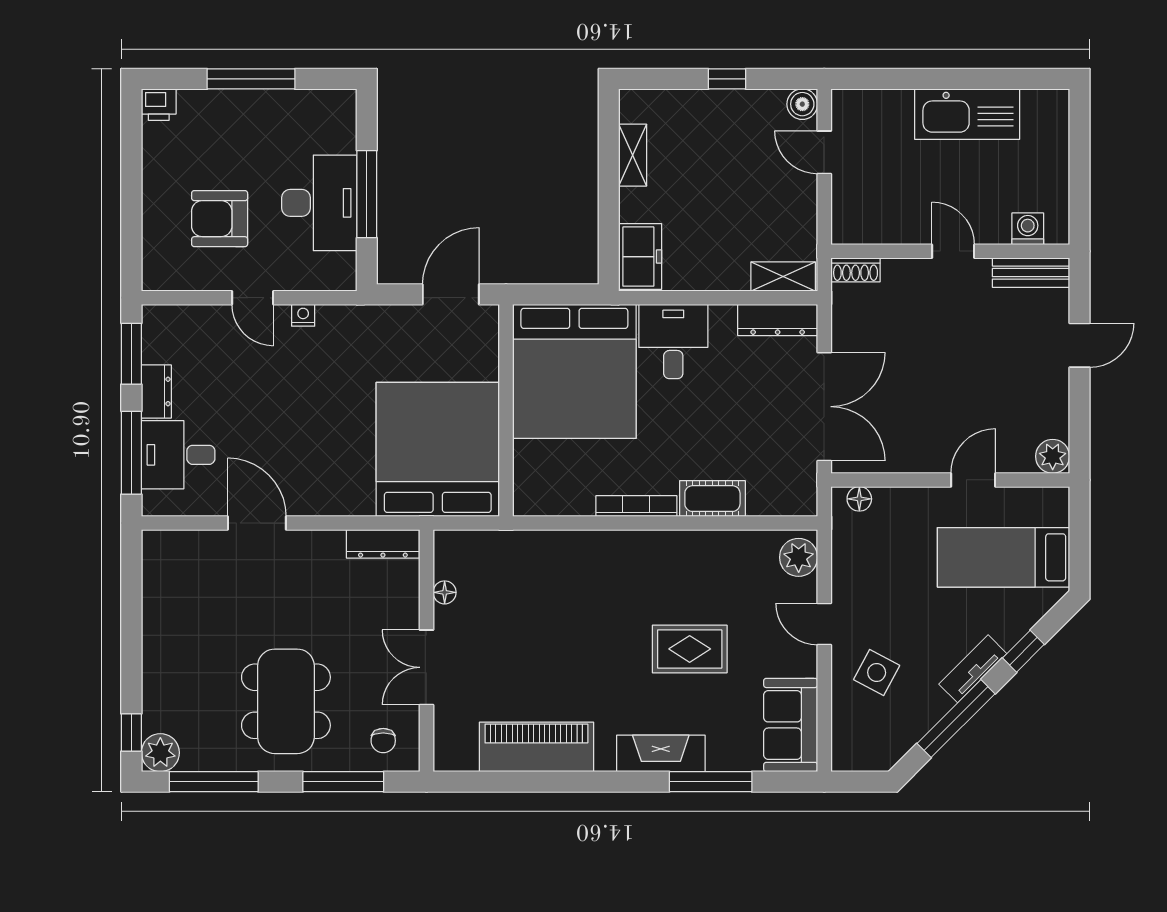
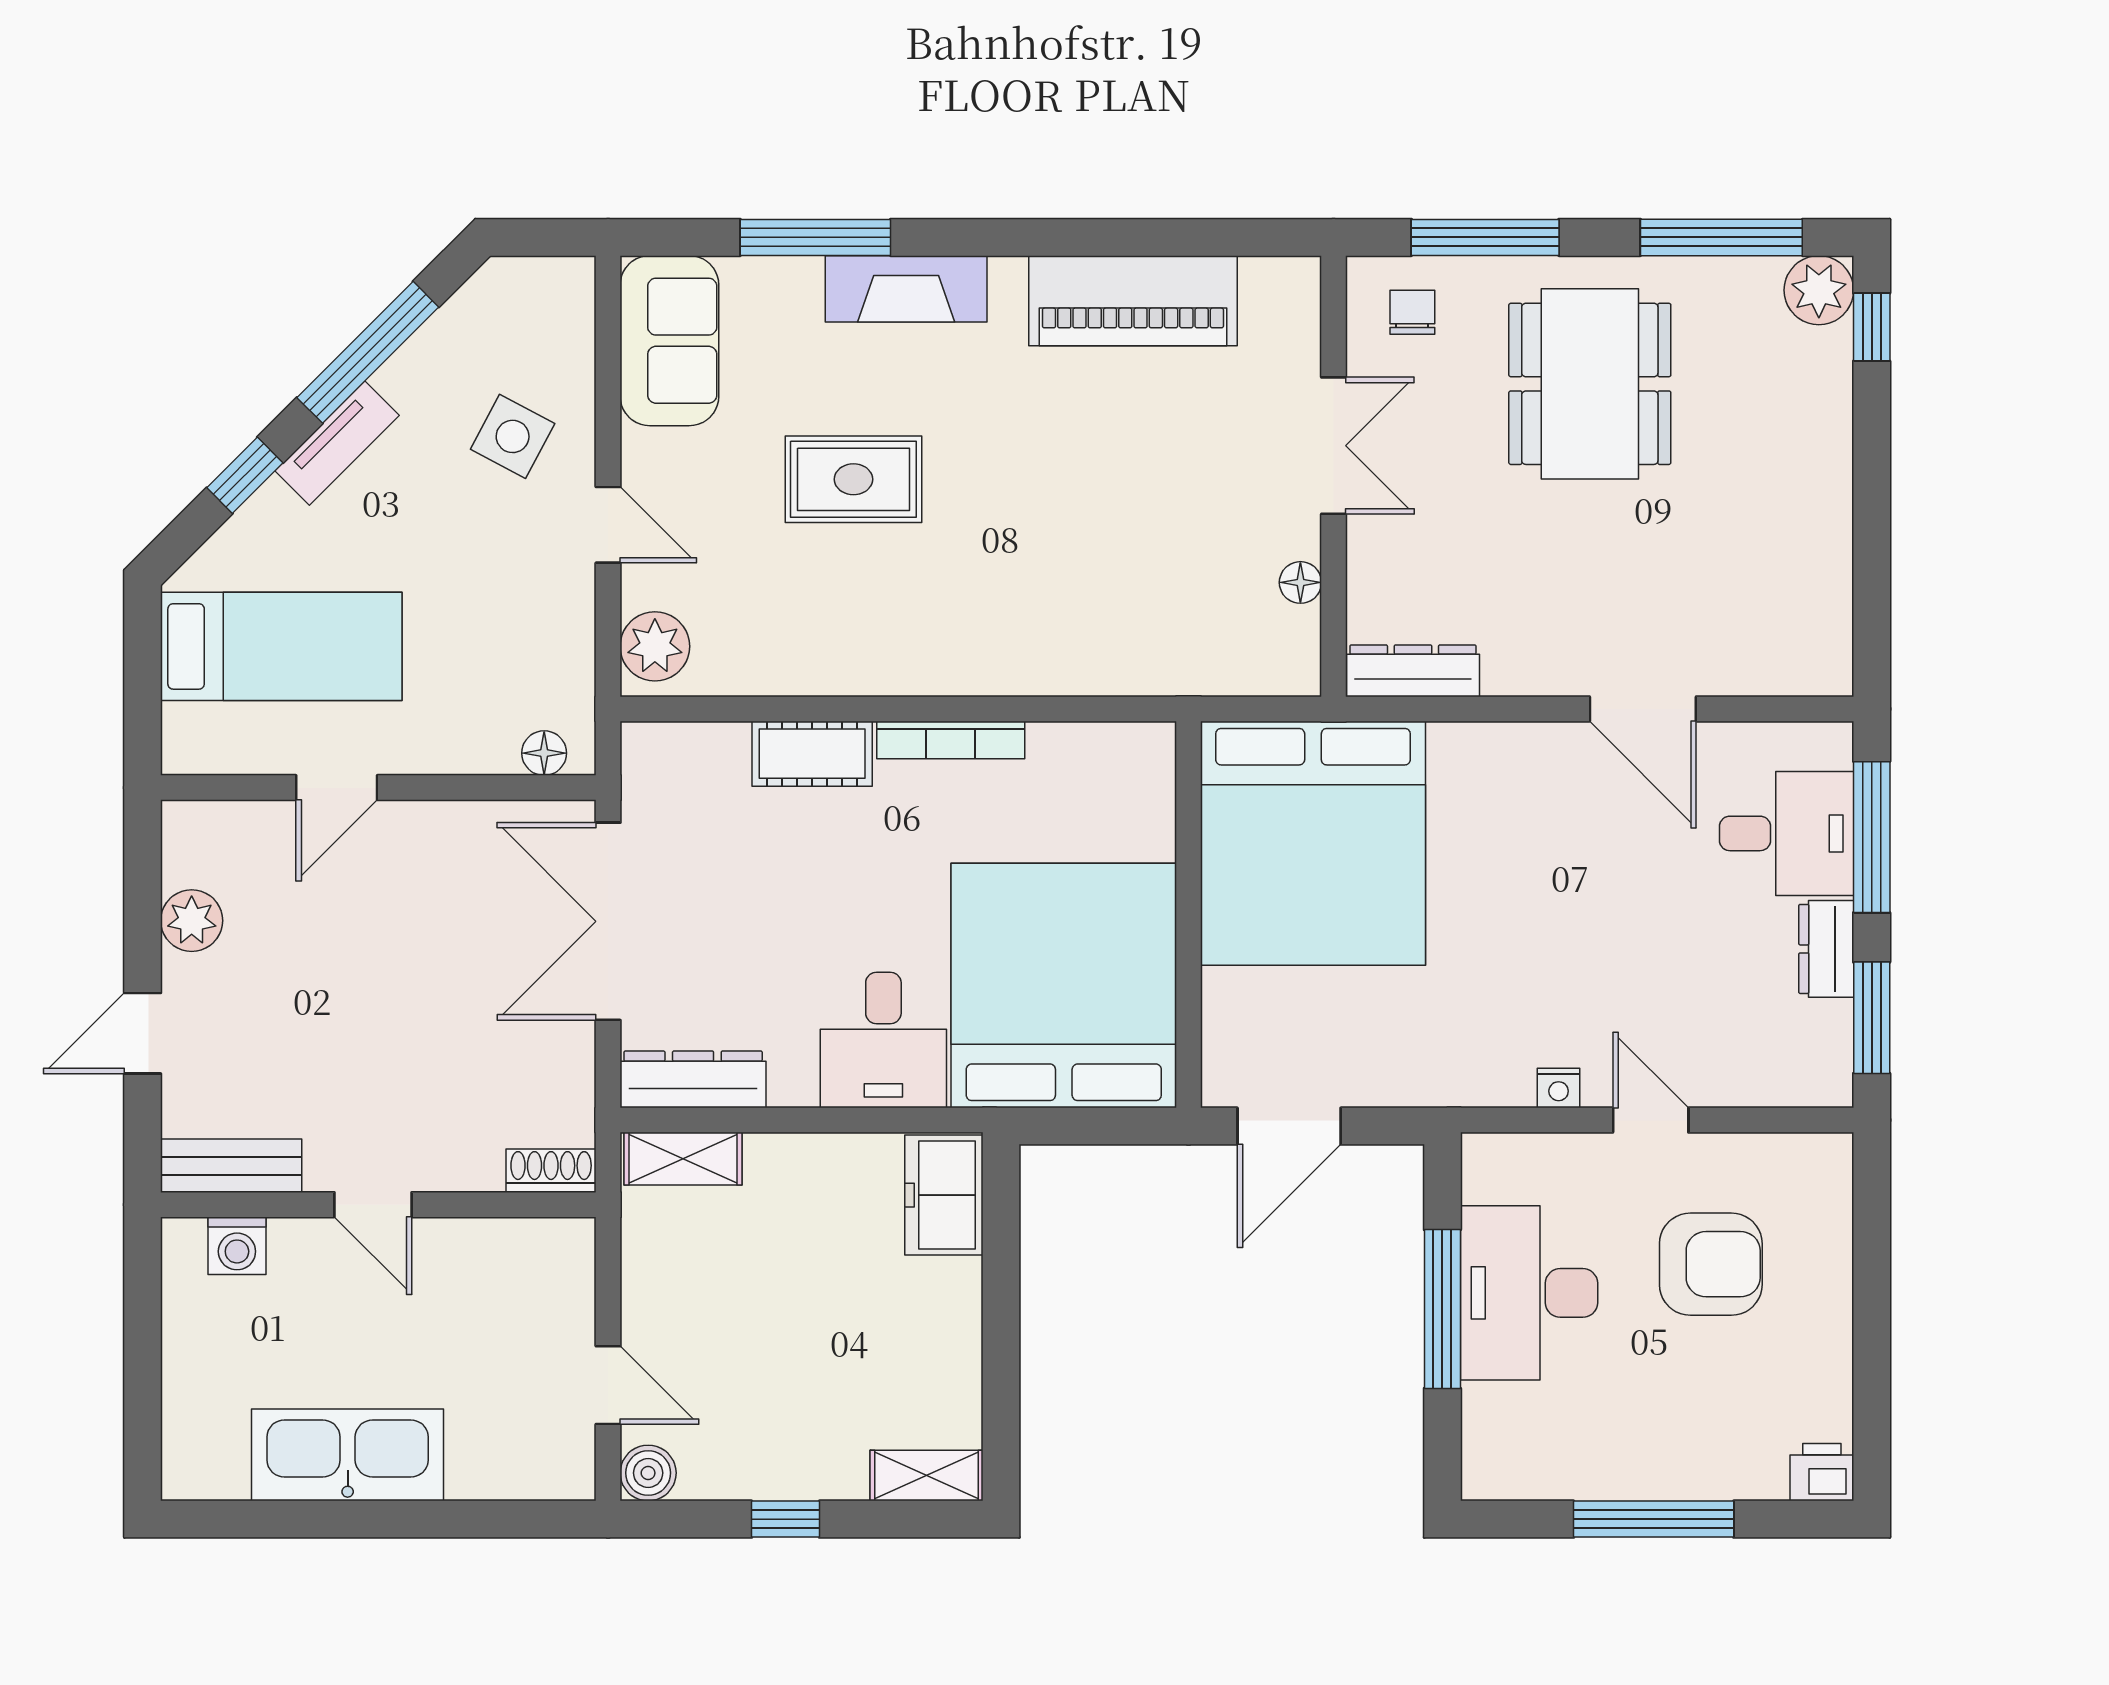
shelving: (633, 155) -> (927, 1476), moved, turned 90
plant: (1053, 456) -> (192, 921), moved

